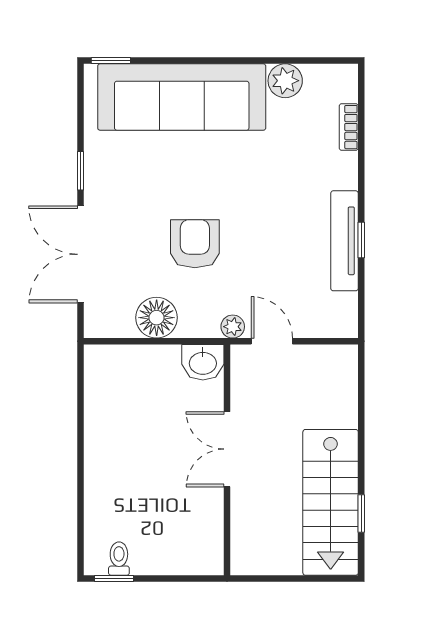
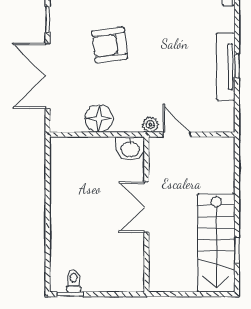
armchair: (195, 244) -> (110, 45), moved, turned -97

